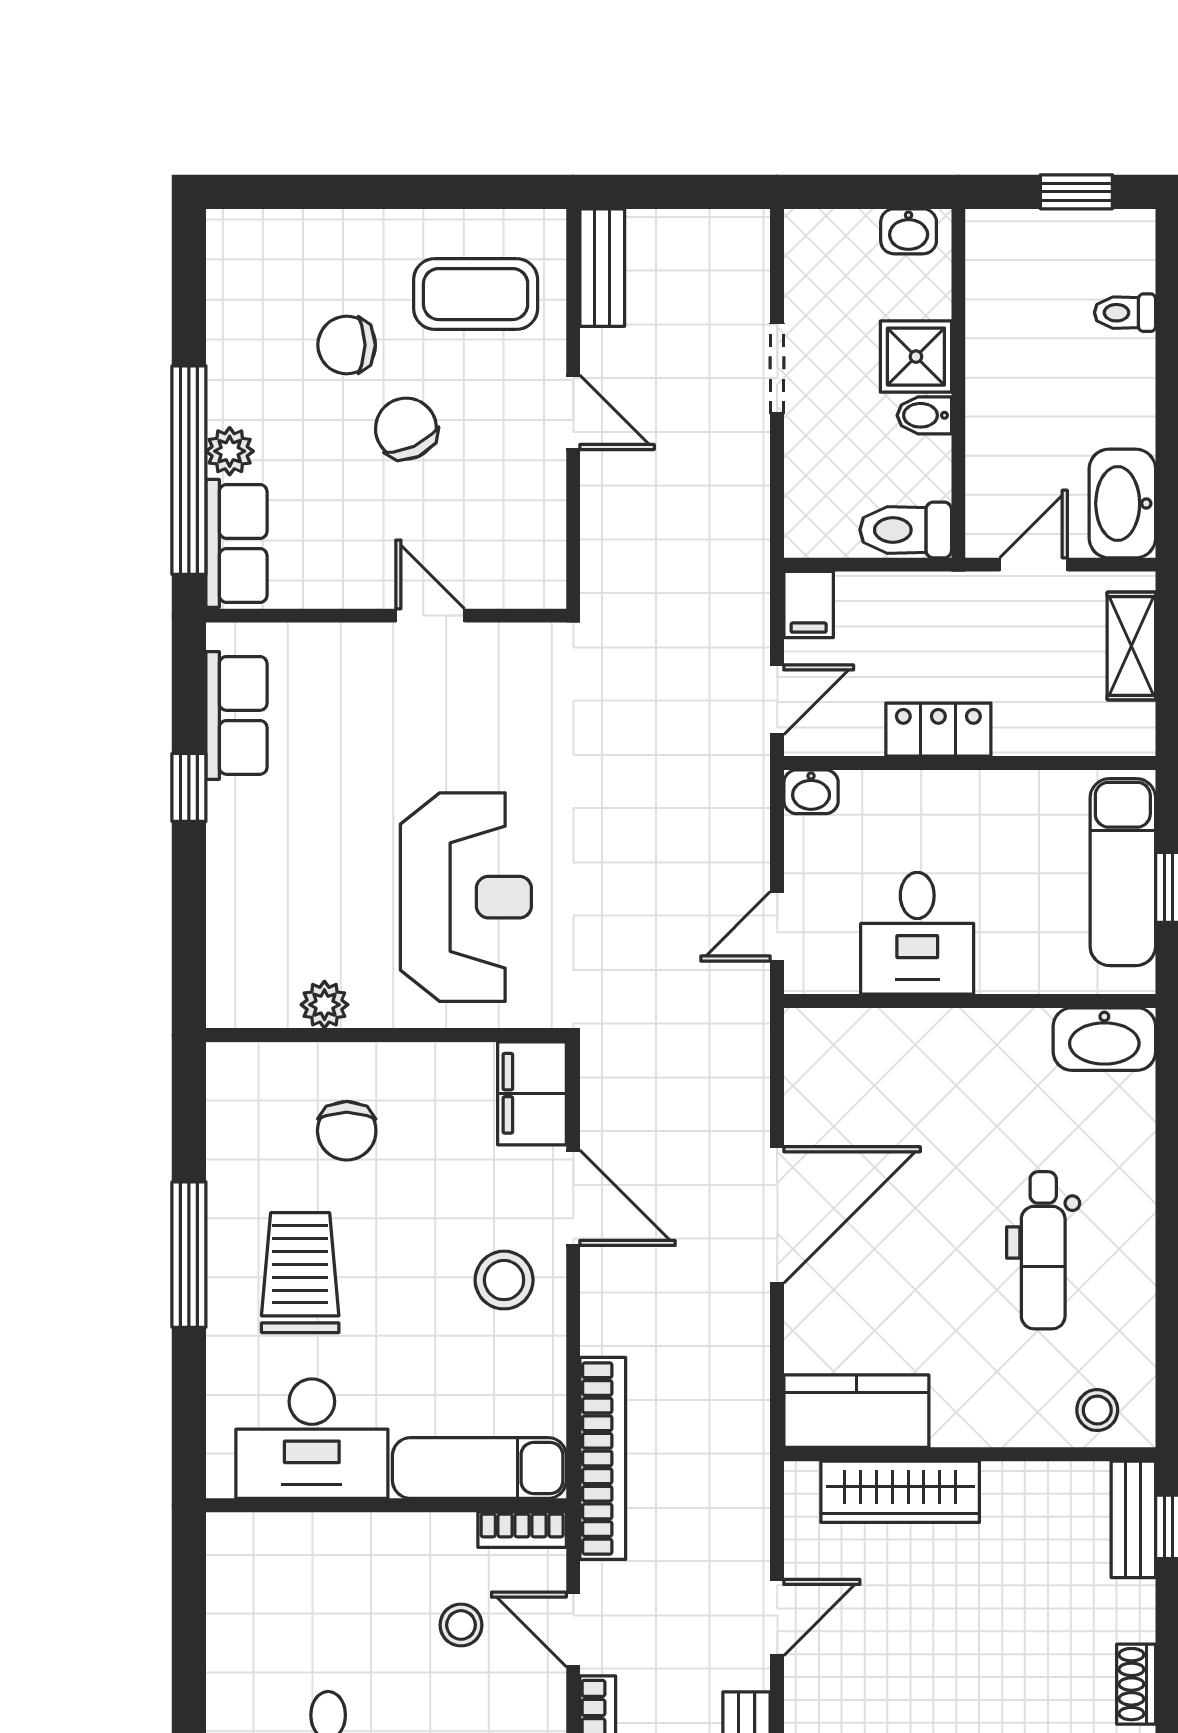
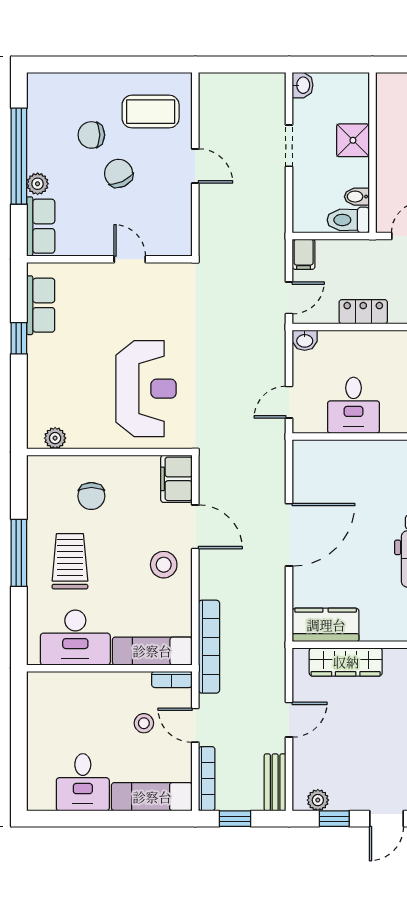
washbasin: (909, 231) -> (303, 85), moved, turned -90
bench: (602, 268) -> (209, 99), removed
bidet: (924, 415) -> (357, 197), moved
window: (189, 470) -> (19, 156), moved
plant: (324, 1005) -> (55, 438), moved

